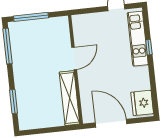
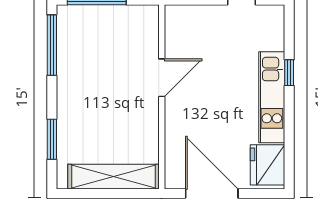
kitchen unit: (138, 39) -> (272, 97), moved
shelving: (70, 98) -> (113, 177), moved, turned 90

